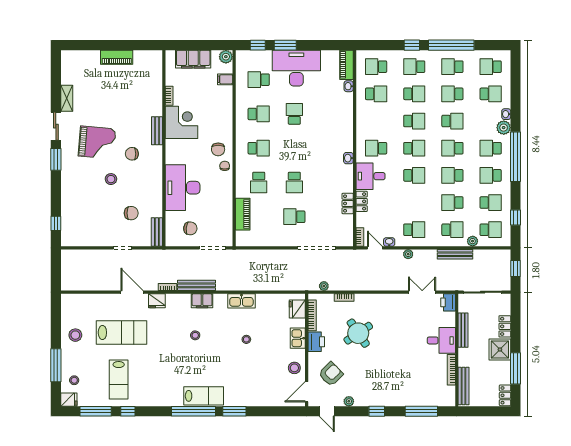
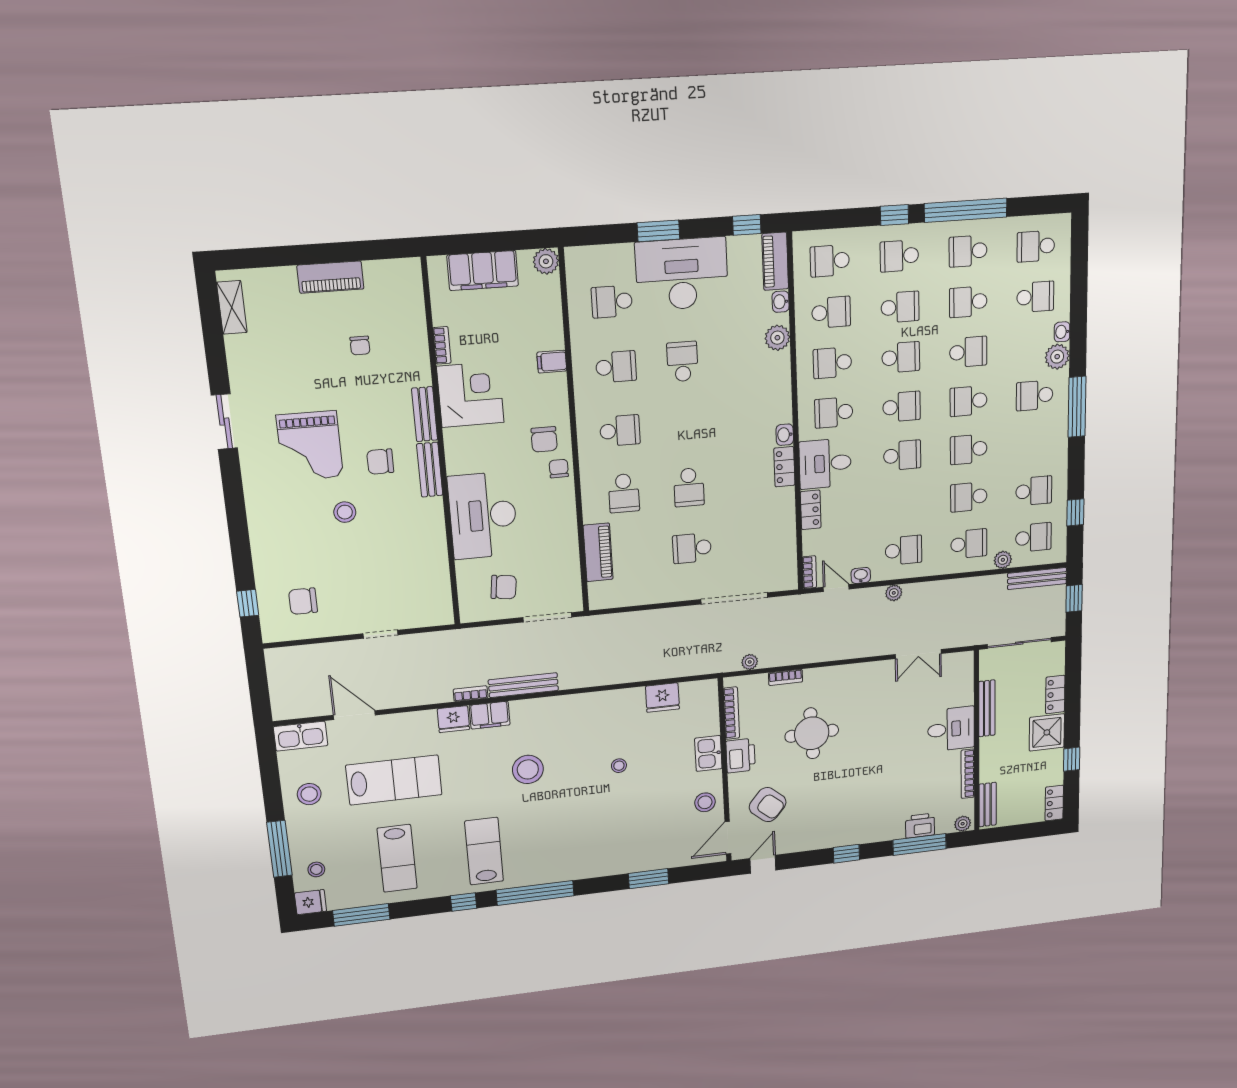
window: (258, 45) -> (747, 225), moved
filing cabinet: (225, 79) -> (552, 362), moved
chair: (128, 93) -> (360, 345), added
shelving: (67, 98) -> (232, 307), moved
plant: (346, 105) -> (777, 338), added
grand piano: (97, 142) -> (310, 446), turned 85
window: (516, 157) -> (1077, 407), width x0.68
window: (56, 159) -> (232, 485), removed
school desk: (491, 175) -> (832, 363), moved
locker: (348, 203) -> (784, 467), moved
chair: (131, 213) -> (303, 601), moved, turned 180
bench: (157, 232) -> (430, 470), moved
bench: (455, 254) -> (1037, 578), moved
door: (132, 292) -> (354, 715), moved
double door: (422, 292) -> (918, 654), swing flipped
filing cabinet: (202, 301) -> (490, 715), moved
kitchen sink: (241, 301) -> (301, 736), moved
printer: (448, 302) -> (920, 826), moved, turned 90
fridge: (297, 309) -> (662, 698), moved, turned -90
round table: (358, 333) -> (812, 733), turned 32
stool: (195, 335) -> (528, 769), width x1.89, depth x1.89
window: (516, 368) -> (1072, 759), width x0.46
armchair: (331, 374) -> (768, 805), turned 85
bench: (463, 386) -> (988, 805), width x0.73
lab bench: (204, 396) -> (484, 851), moved, turned -90
plant: (349, 401) -> (963, 824), moved
window: (128, 411) -> (464, 902), moved
window: (234, 411) -> (649, 879), moved
door: (327, 411) -> (763, 864), swing flipped

